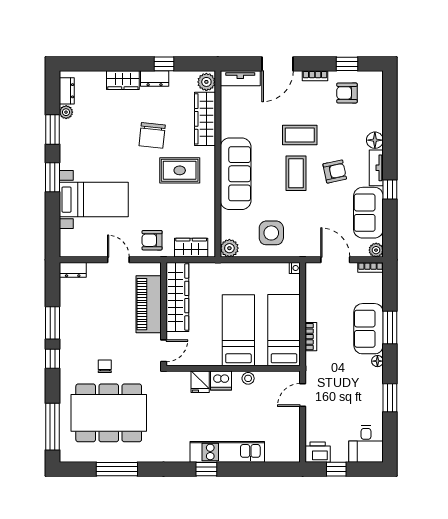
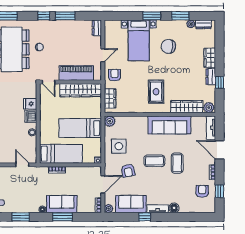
chair: (152, 135) -> (168, 46), moved
armchair: (335, 171) -> (128, 171), moved
sofa: (236, 174) -> (169, 125), moved
bed: (238, 330) -> (80, 128), moved, turned 180

